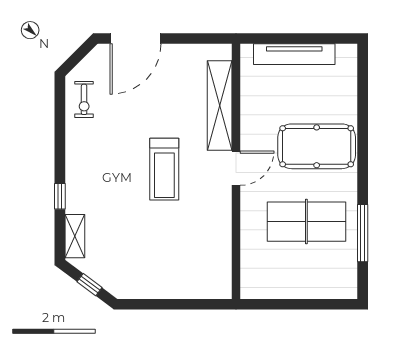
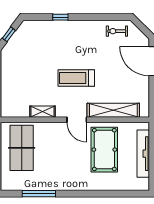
pool table: (317, 146) -> (104, 150), moved
table tennis table: (306, 222) -> (22, 148), moved
shelving: (75, 236) -> (42, 112), moved

